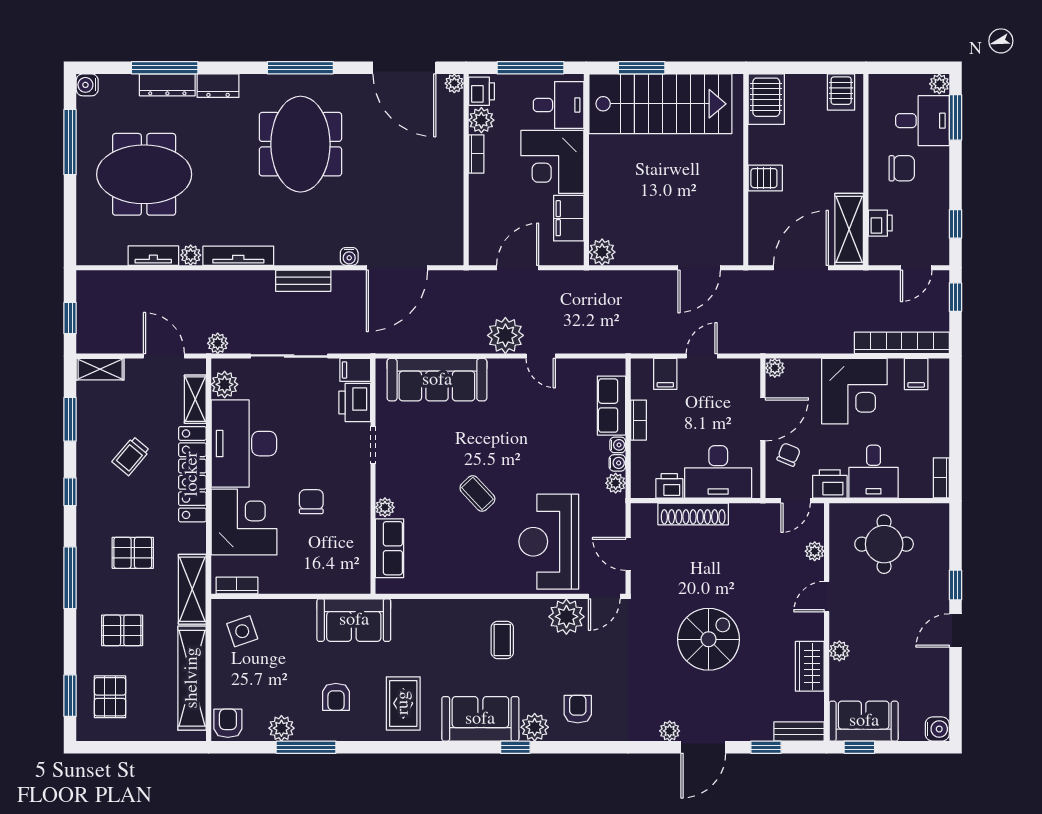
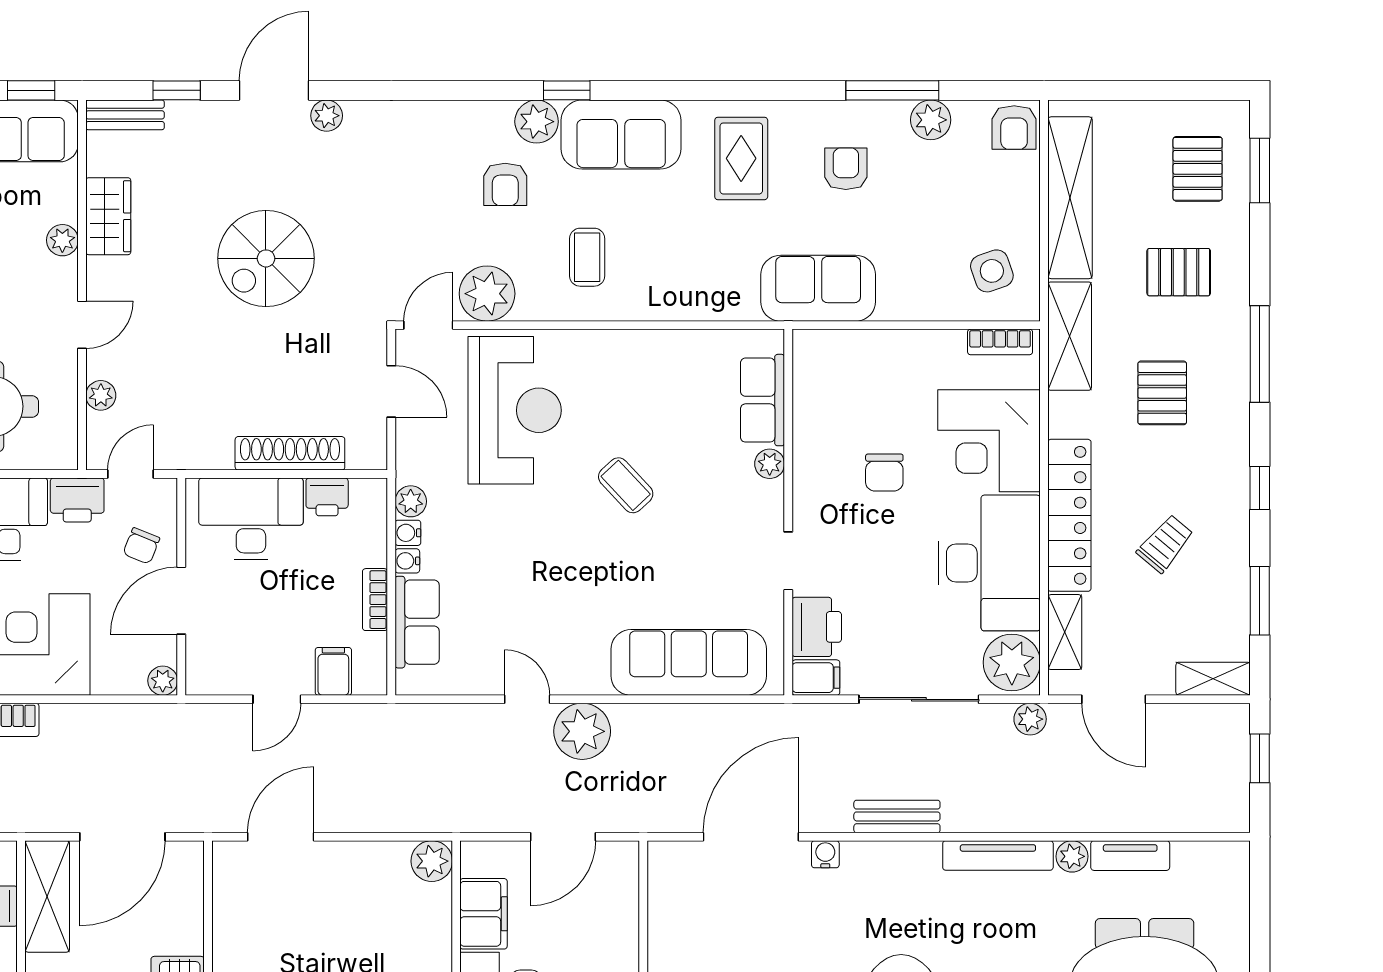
plant: (225, 384) -> (1012, 662), width x1.36, depth x1.36
pallet: (133, 553) -> (1162, 393), turned 90
armchair: (578, 709) -> (505, 184), moved

